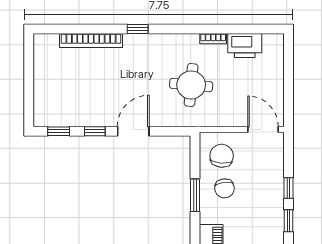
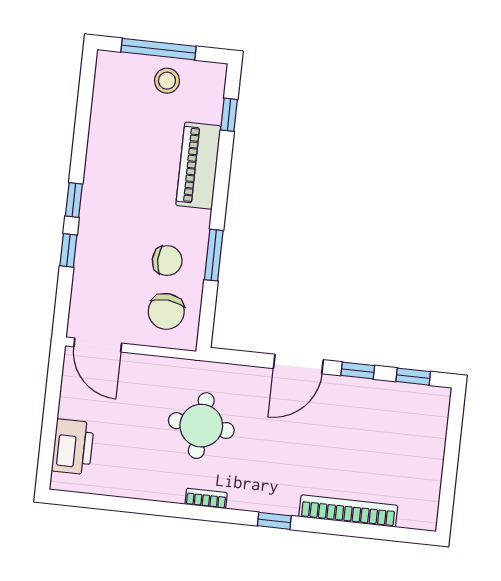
bookcase: (213, 39) -> (206, 498), moved
printer: (245, 46) -> (73, 447), moved, turned 90
chair: (224, 188) -> (167, 261), turned 97

